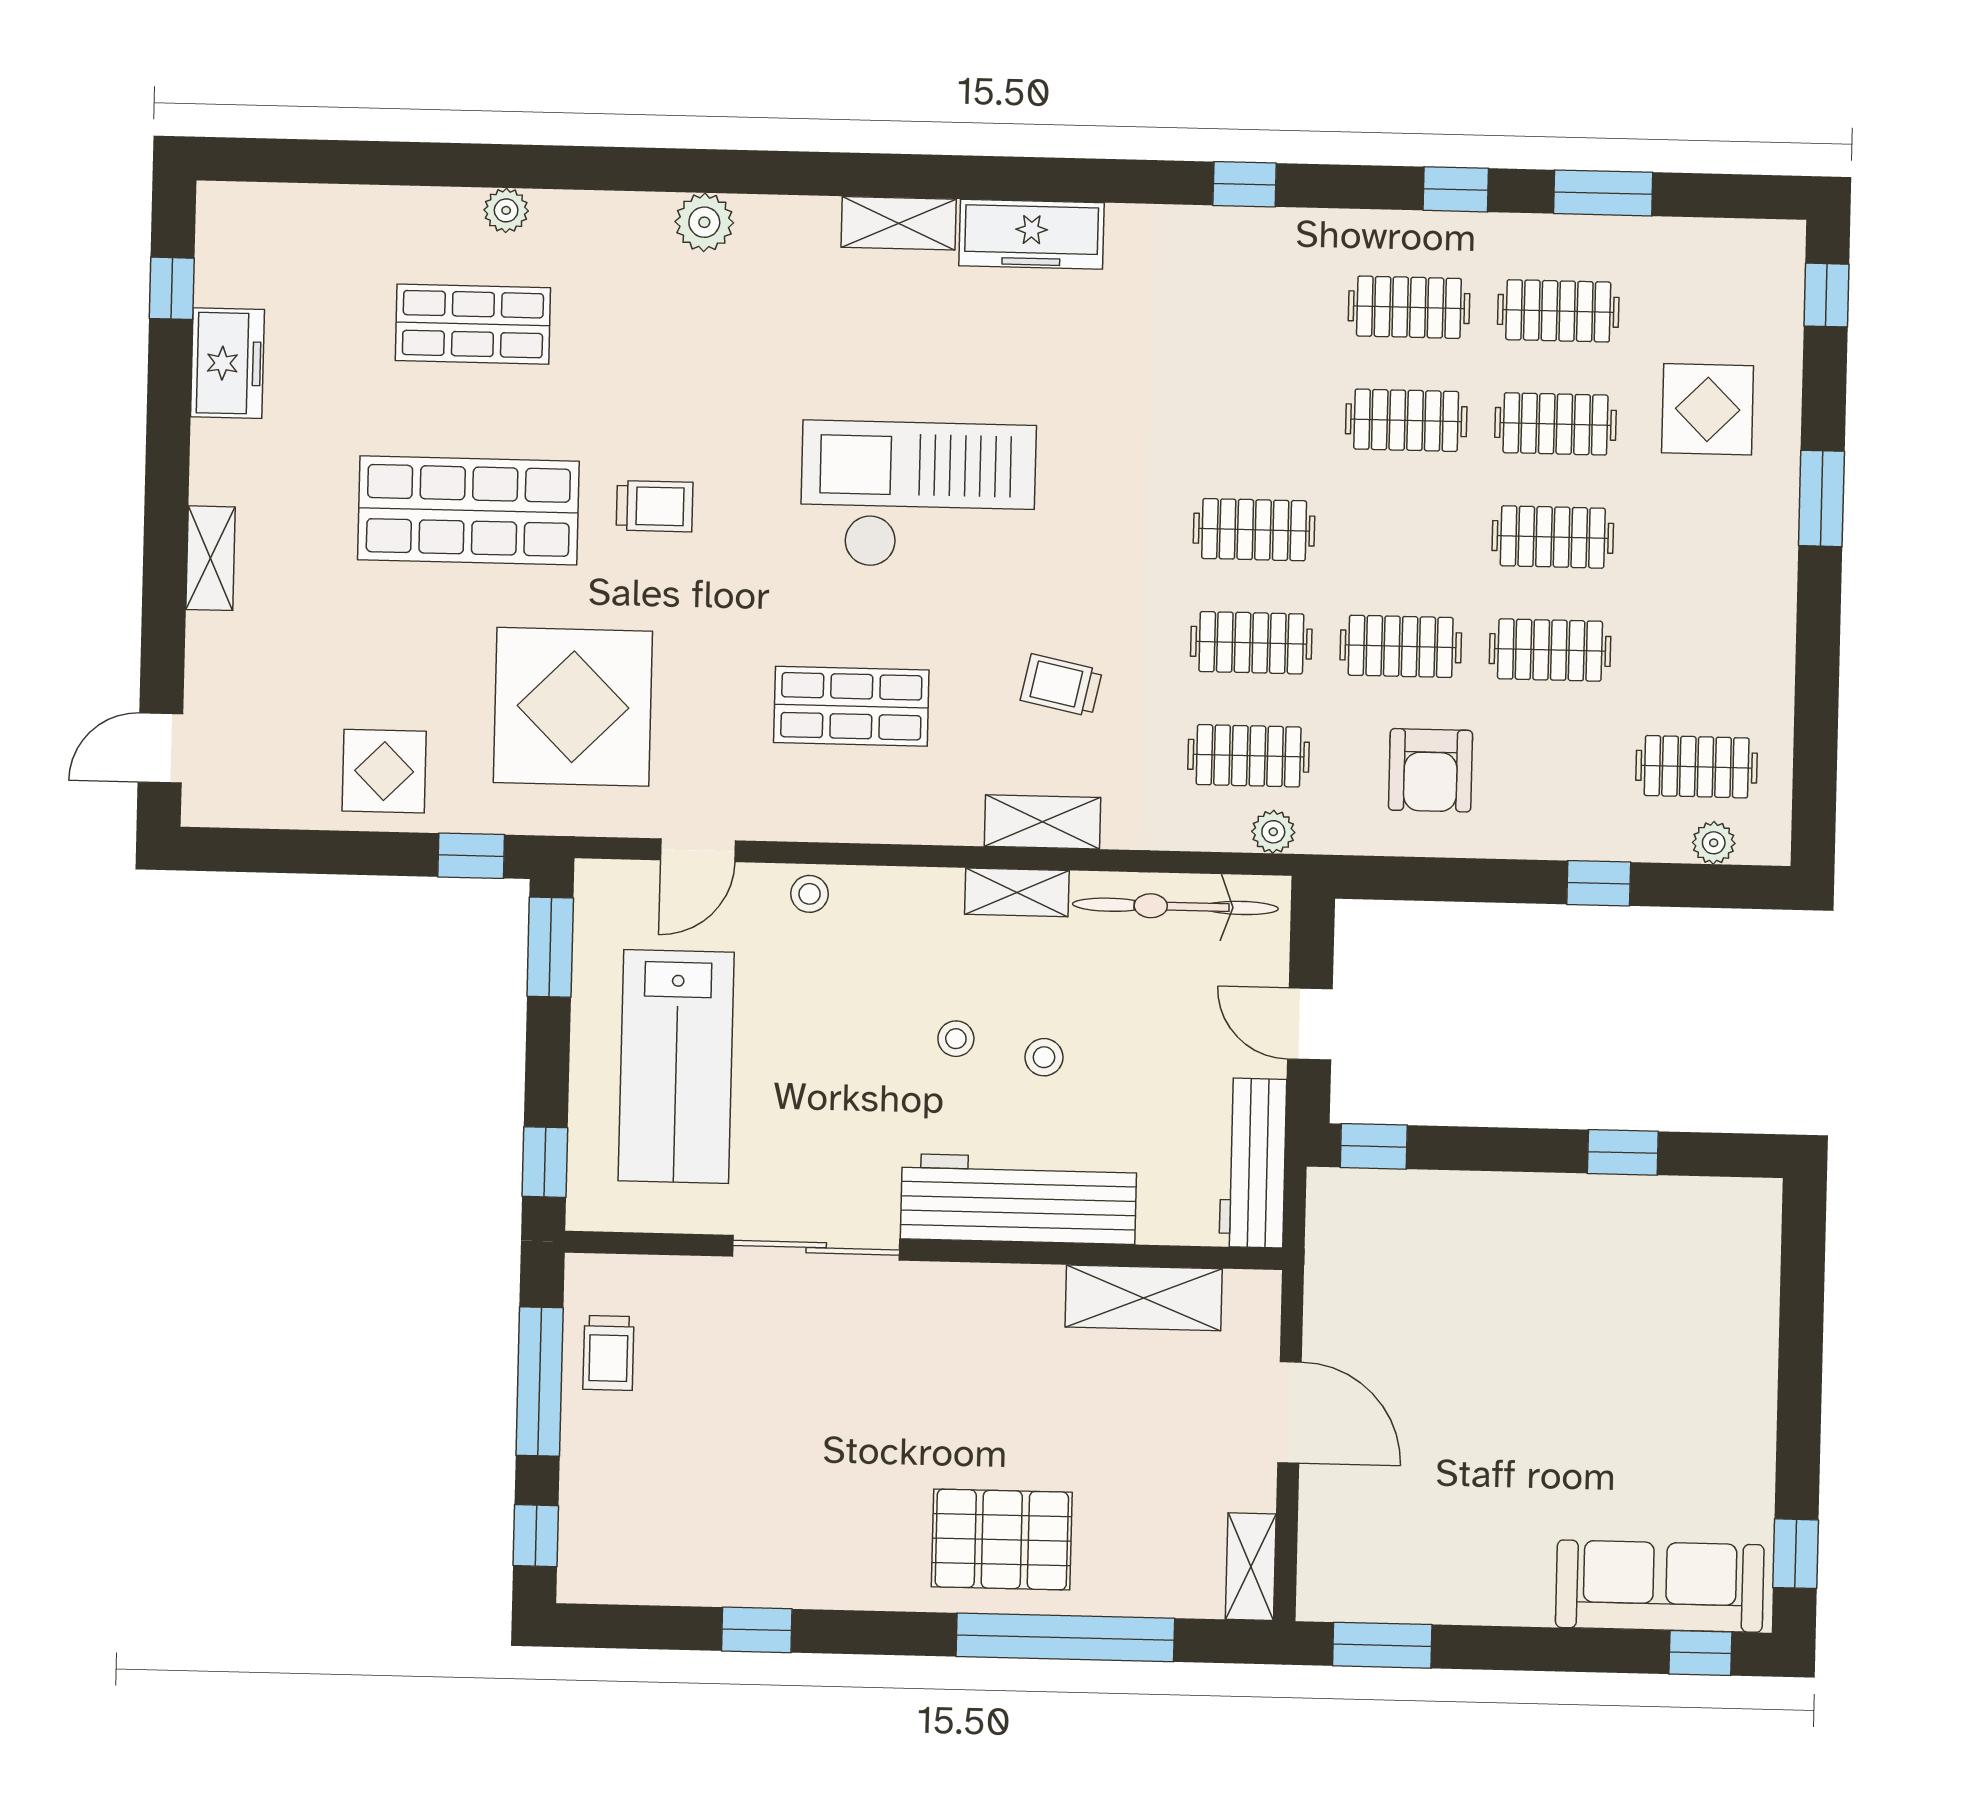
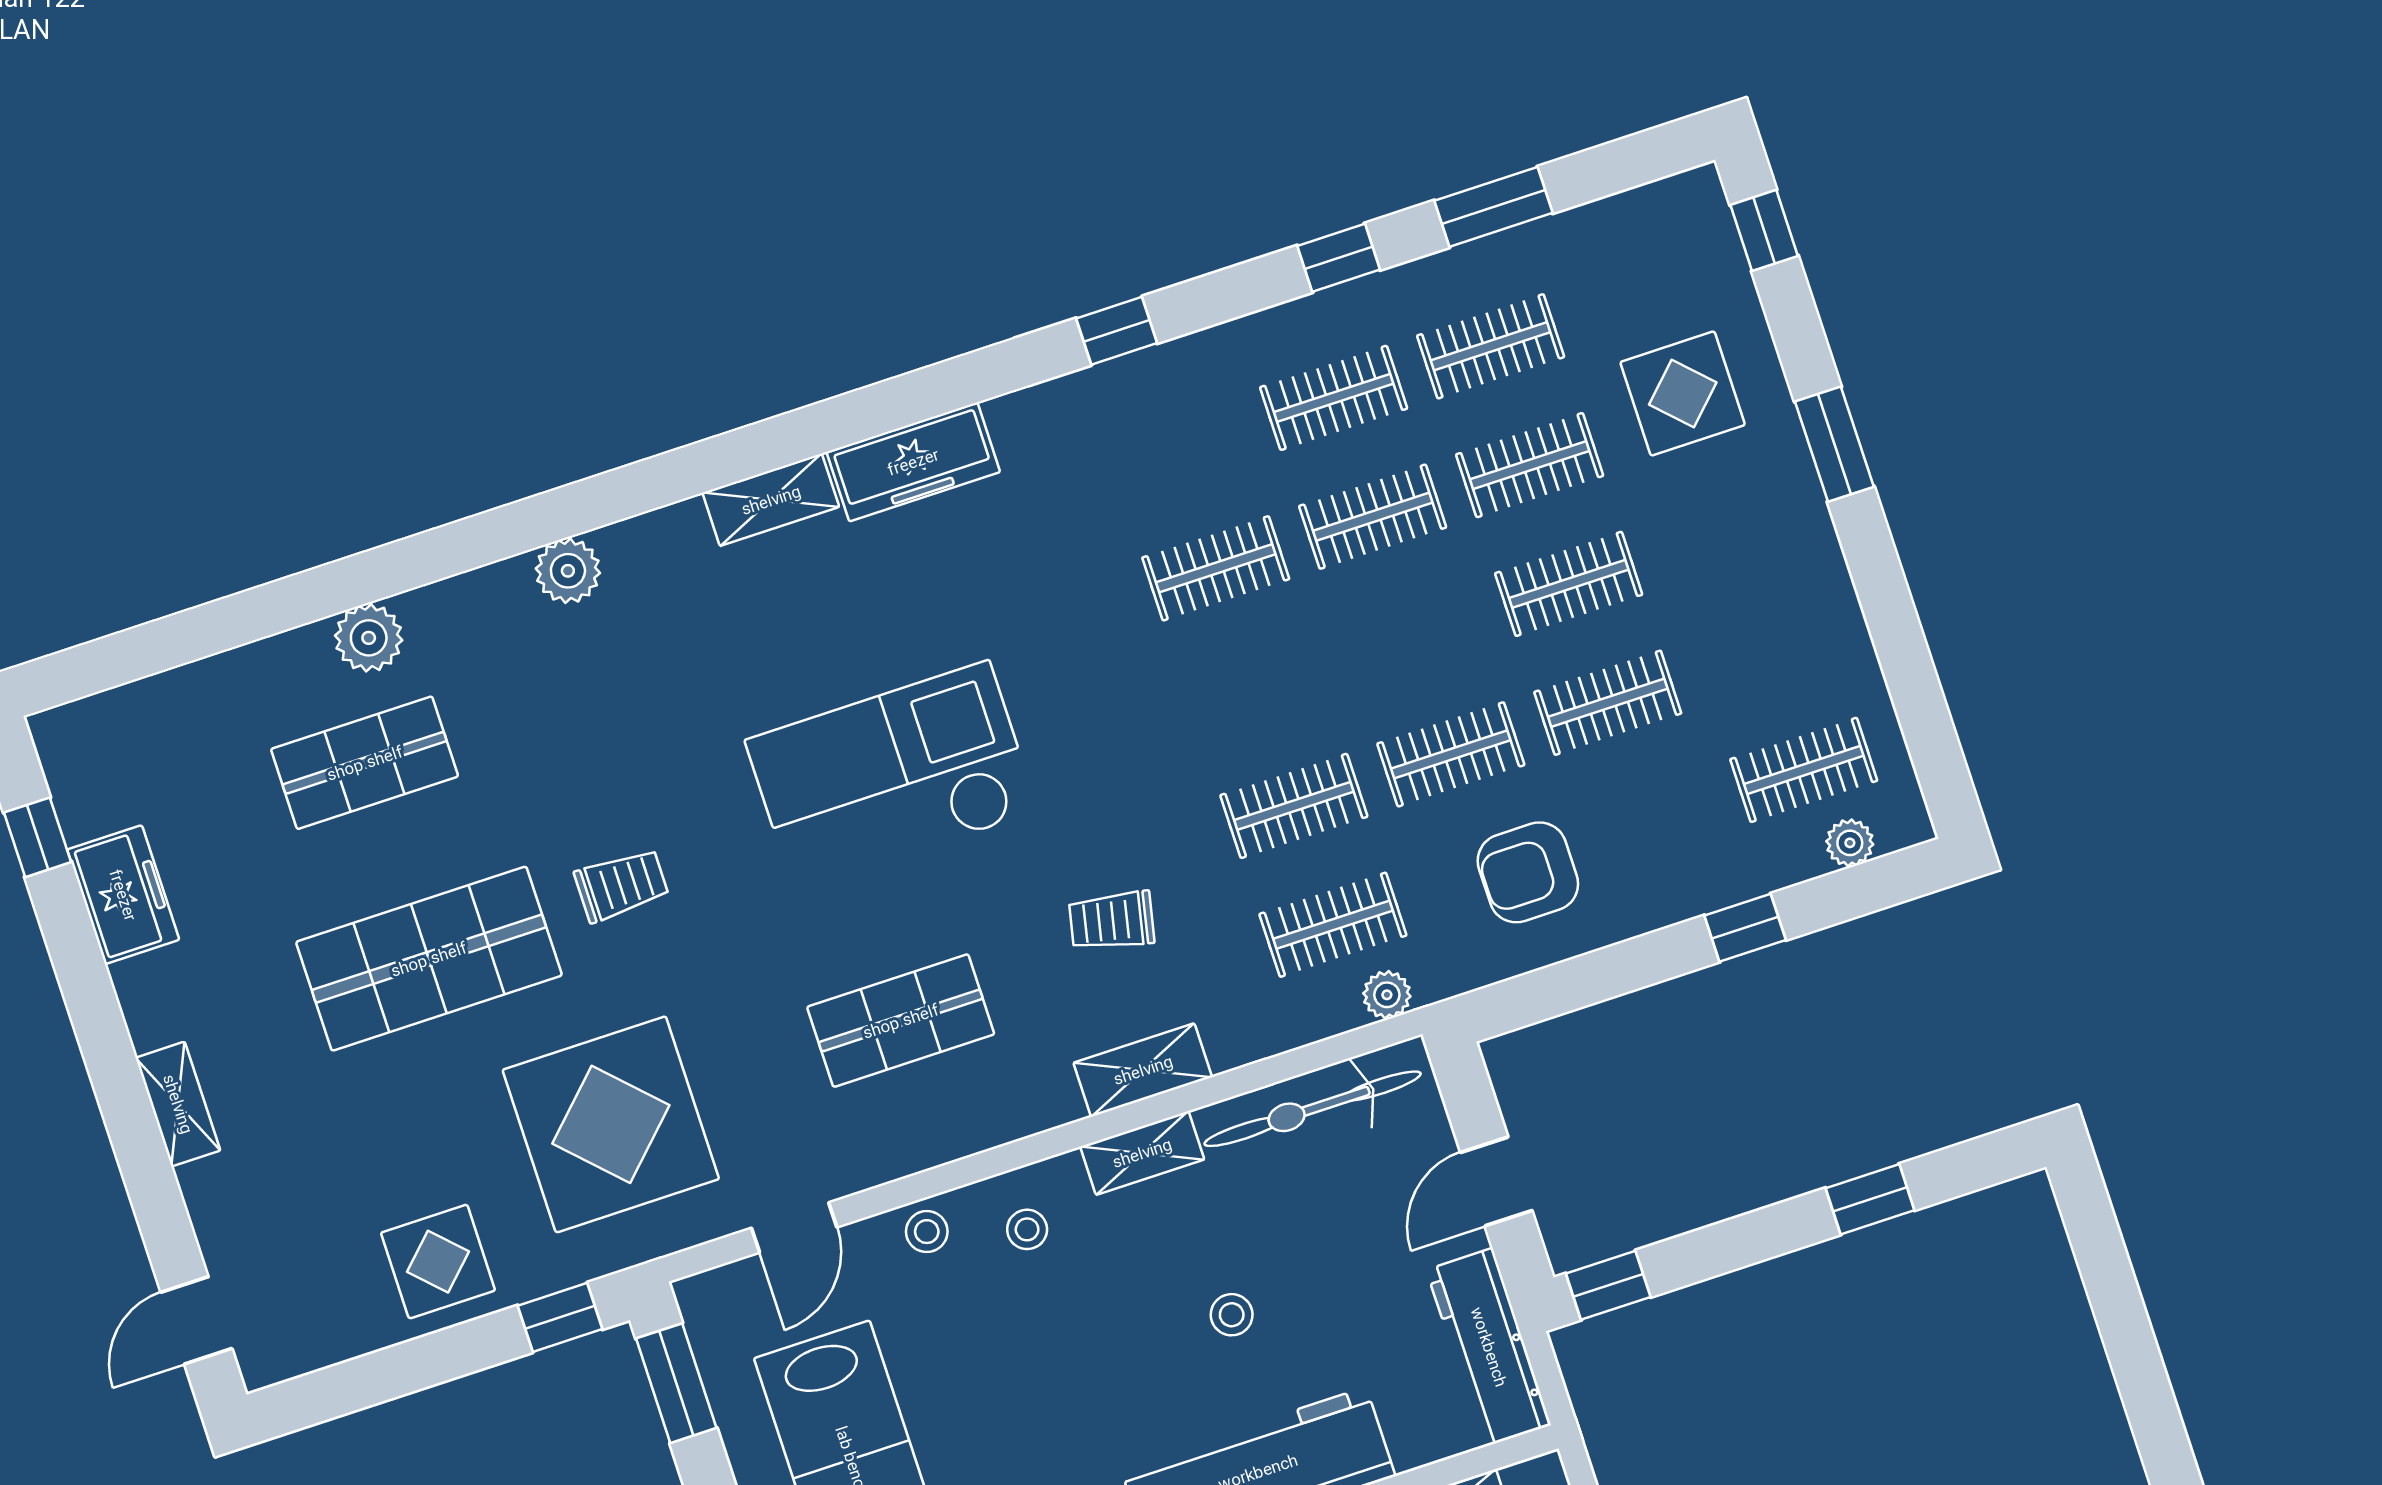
plant: (506, 210) -> (369, 638), width x1.38, depth x1.38
clothes rail: (1254, 530) -> (1216, 568), moved
armchair: (1431, 770) -> (1528, 872), turned 90
door: (1310, 1024) -> (1496, 1181), hinge flipped
stool: (956, 1039) -> (1027, 1229), moved

